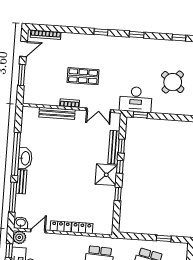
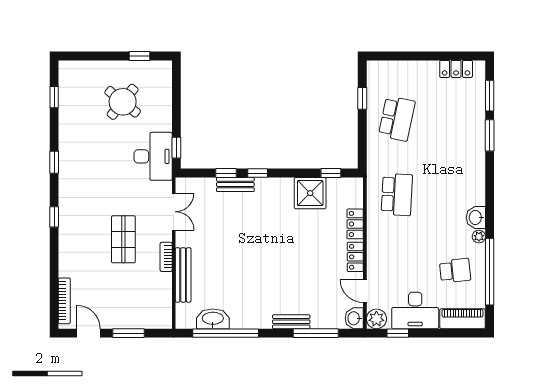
bench: (114, 147) -> (235, 184), width x0.73
window: (16, 154) -> (226, 333), moved
washbasin: (25, 158) -> (213, 319), moved
shower: (106, 175) -> (310, 193), moved
window: (118, 194) -> (331, 173), moved

